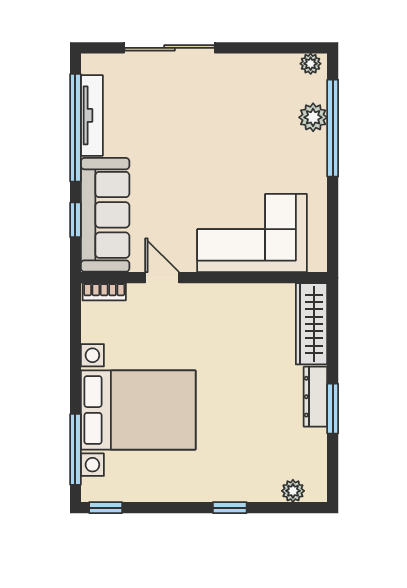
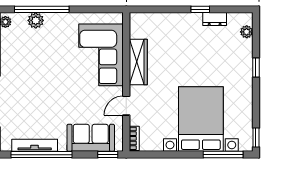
sofa: (105, 215) -> (91, 138), width x0.73
window: (75, 220) -> (108, 155), moved
wardrobe: (311, 324) -> (138, 62), moved, turned -90
dresser: (315, 397) -> (215, 19), moved, width x0.70
window: (333, 409) -> (200, 9), width x0.67

